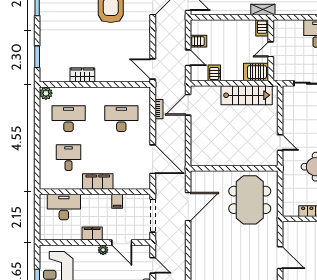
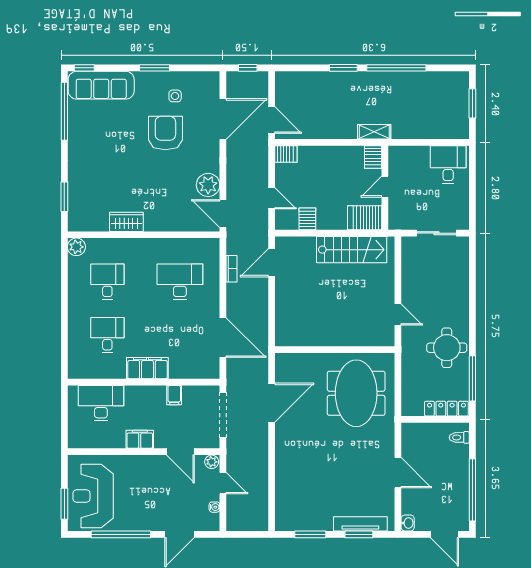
server rack: (199, 41) -> (286, 154), moved
plant: (142, 48) -> (208, 185), added
desk: (69, 119) -> (107, 282), width x0.73
plant: (103, 250) -> (212, 462), moved

